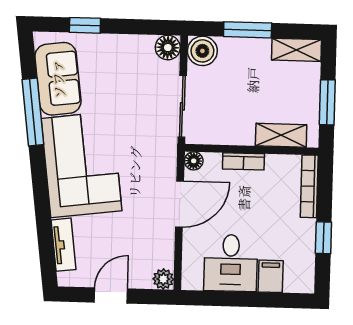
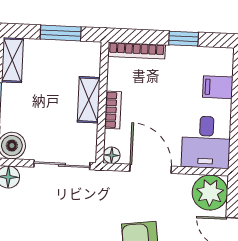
shelving: (281, 135) -> (89, 100), moved
desk: (231, 263) -> (206, 142), moved, turned 90
plant: (163, 279) -> (210, 193), width x1.88, depth x1.88

